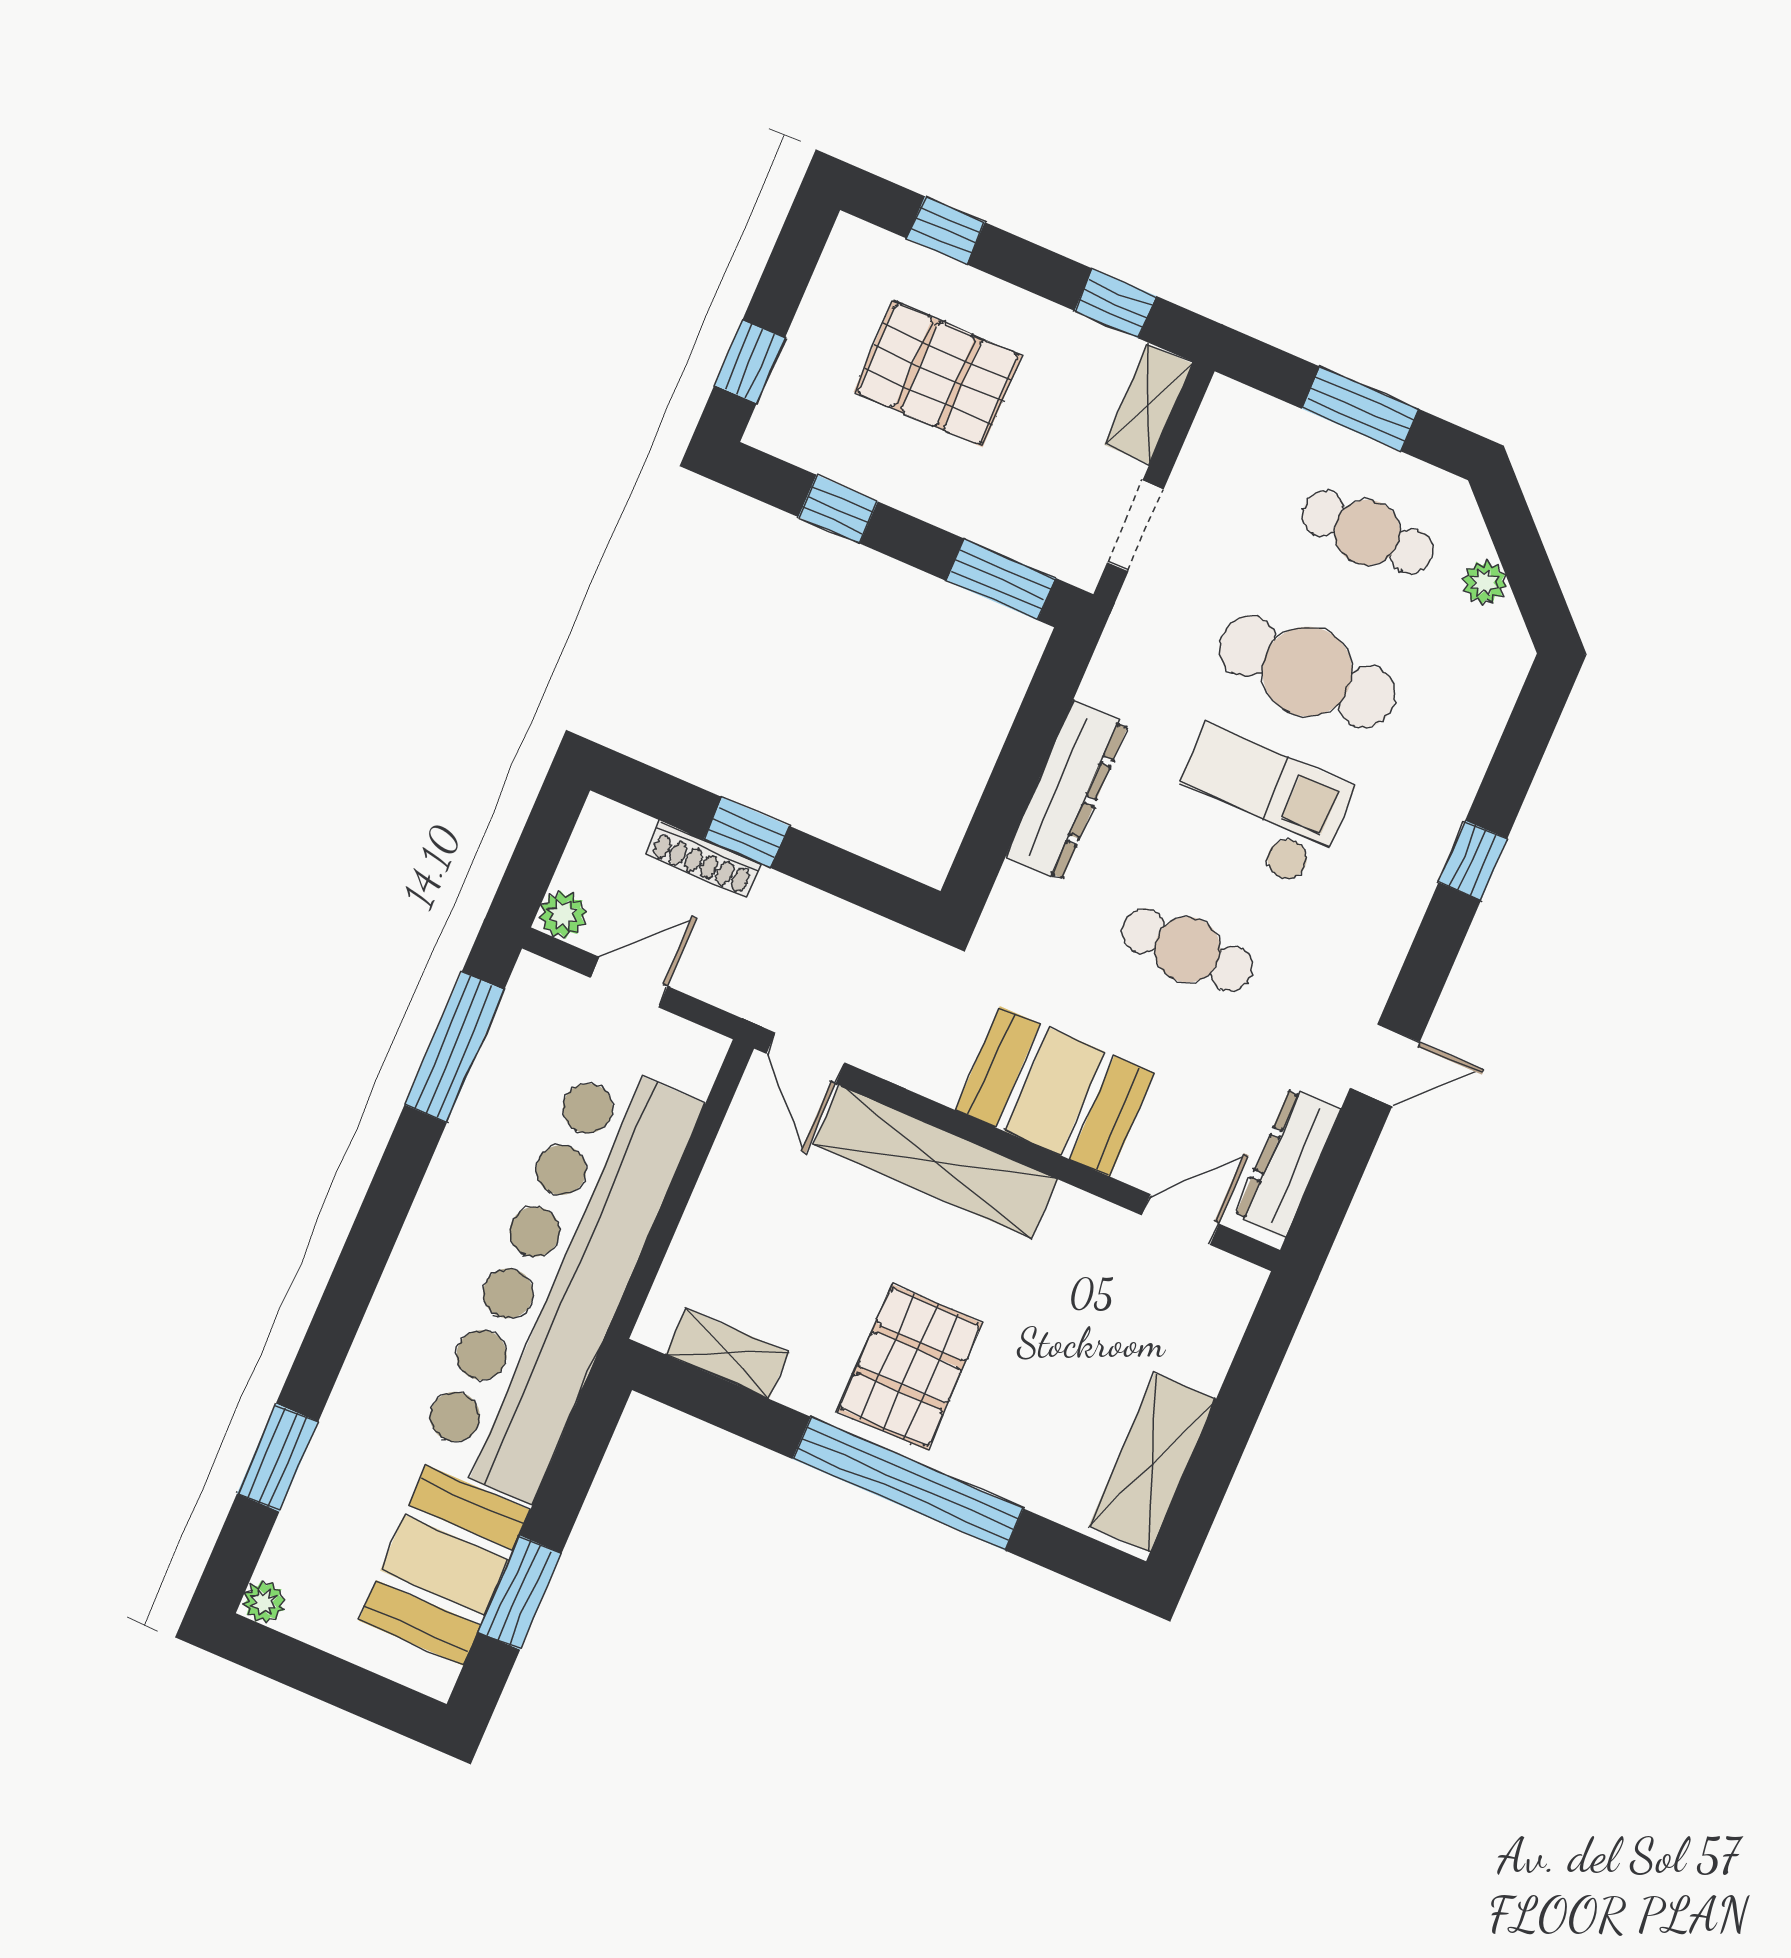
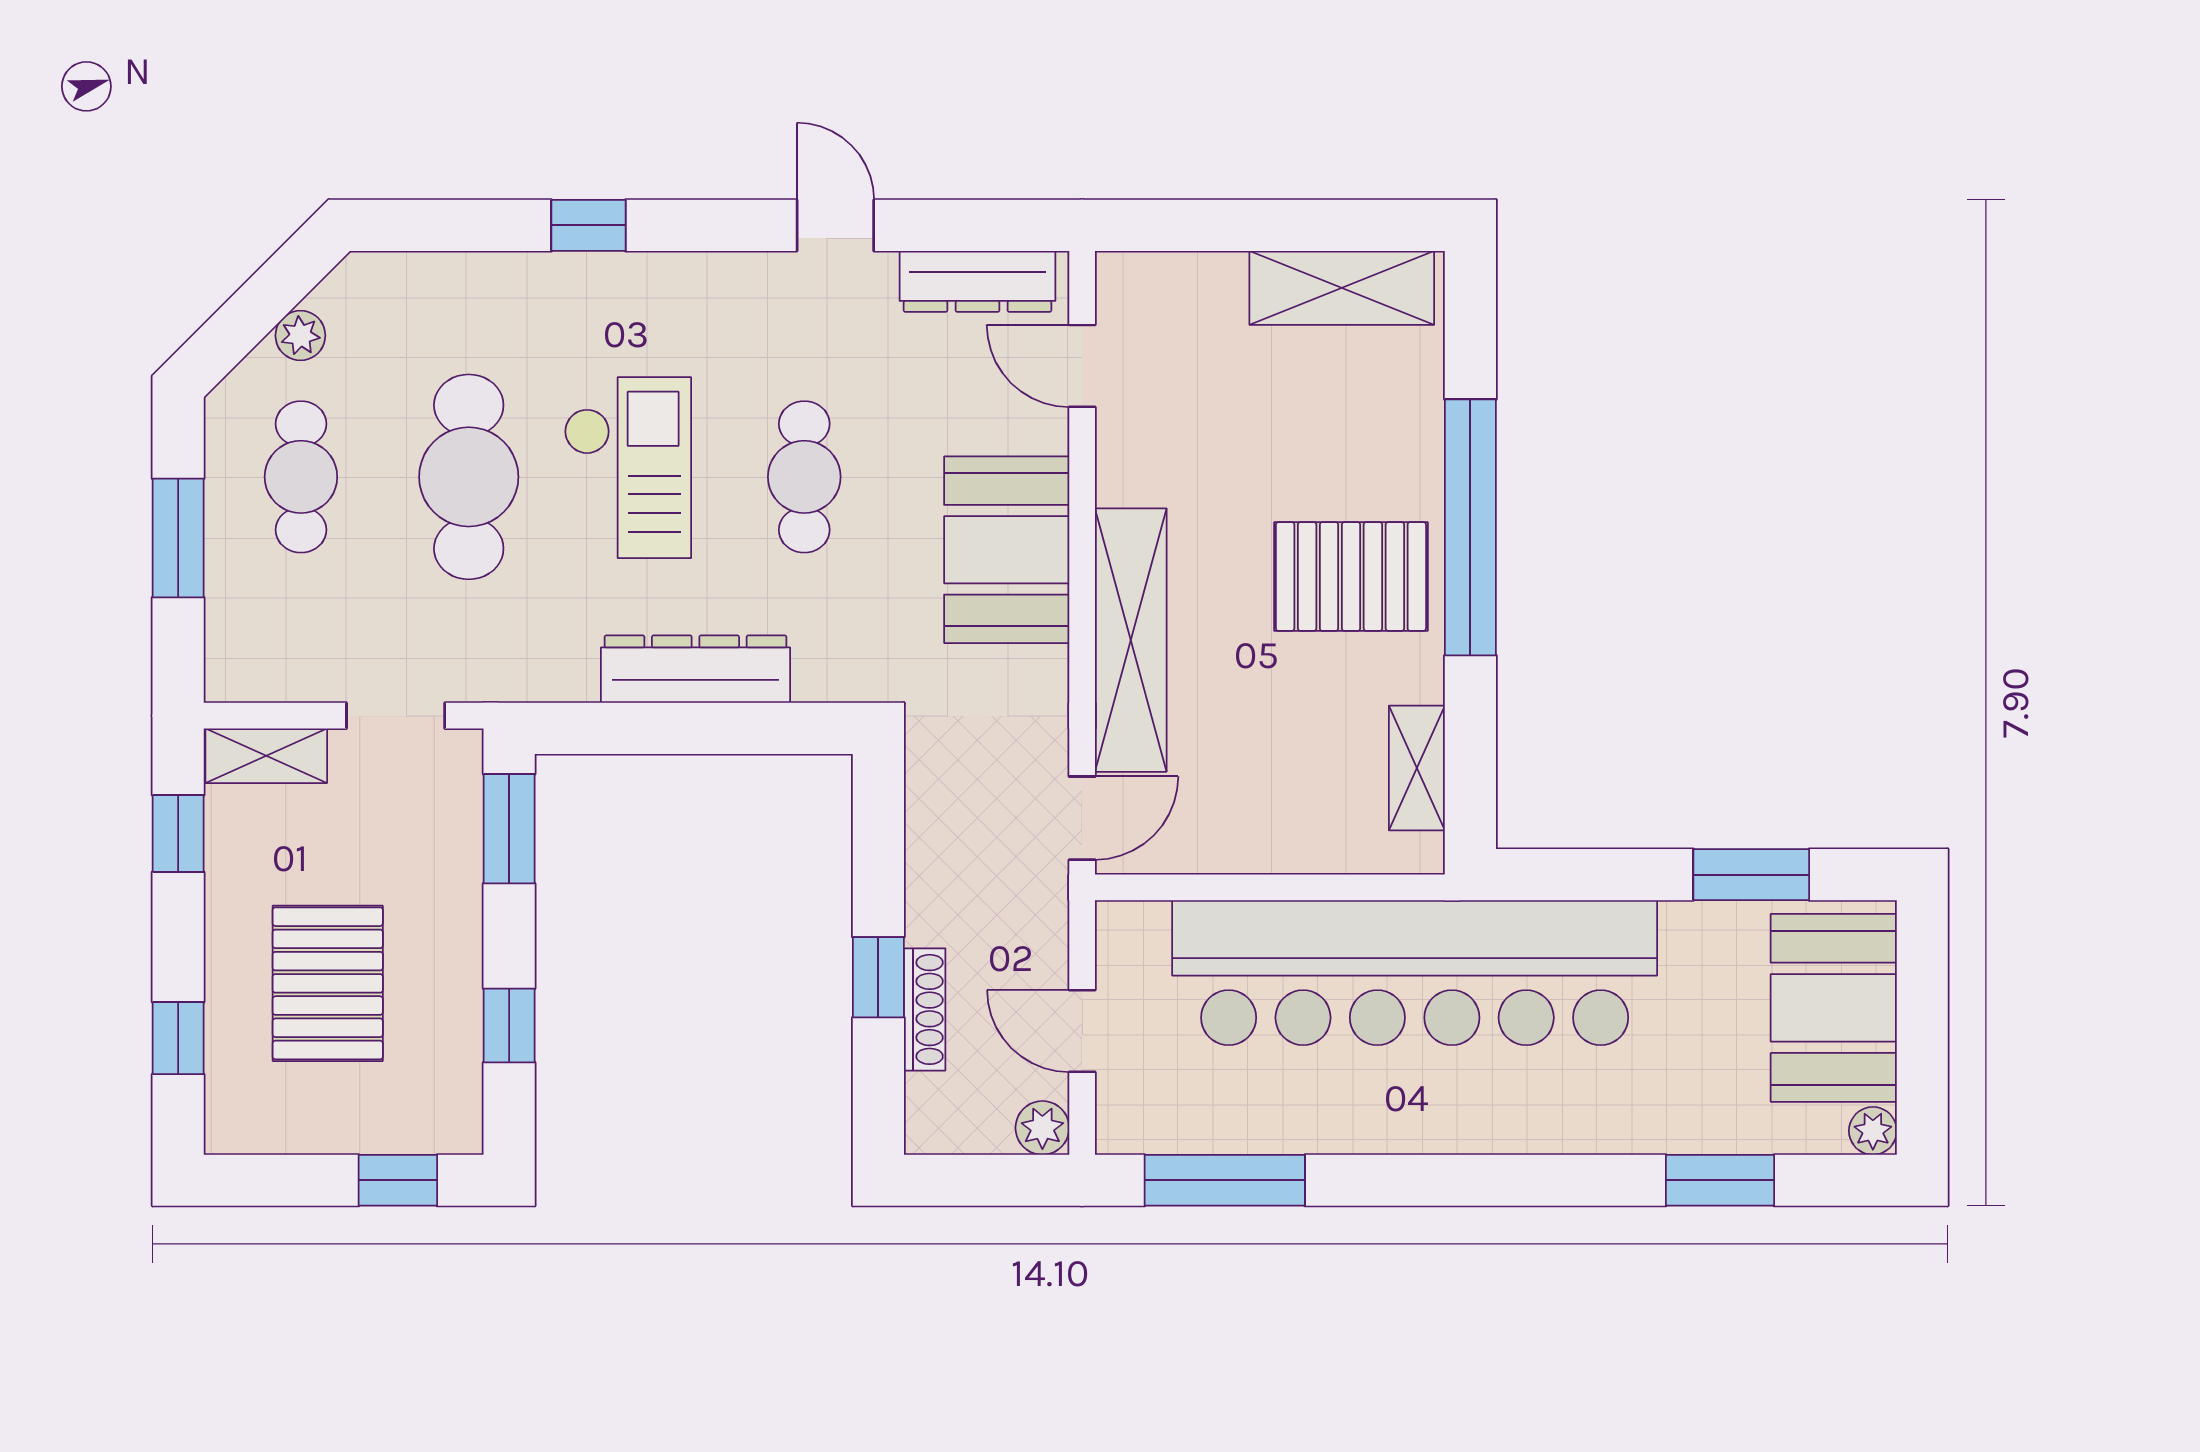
checkout: (1258, 807) -> (628, 468), turned 180
booth: (445, 1565) -> (1834, 1008), moved, turned 90

